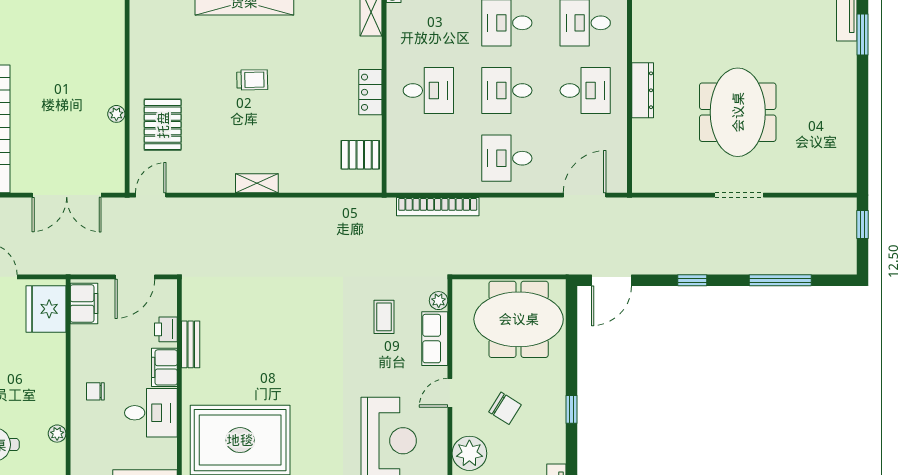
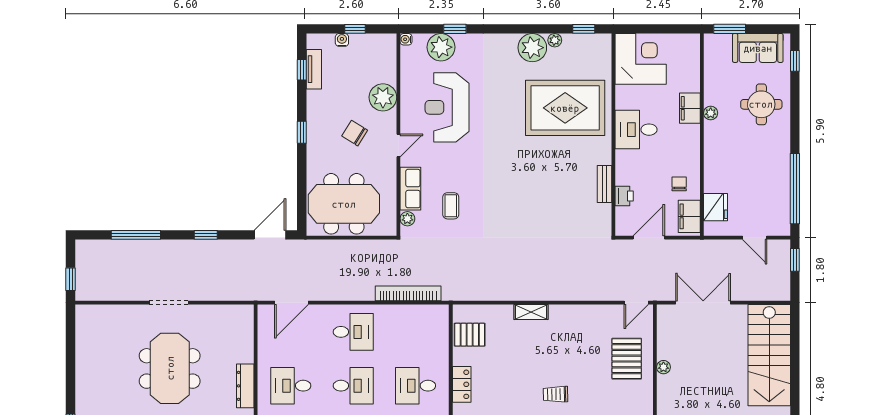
shelving: (257, 183) -> (531, 312), moved
fridge: (46, 309) -> (715, 207), width x0.73, depth x0.75
filing cabinet: (164, 367) -> (690, 108), moved, turned 180
chair: (95, 391) -> (679, 184), moved, turned -90

